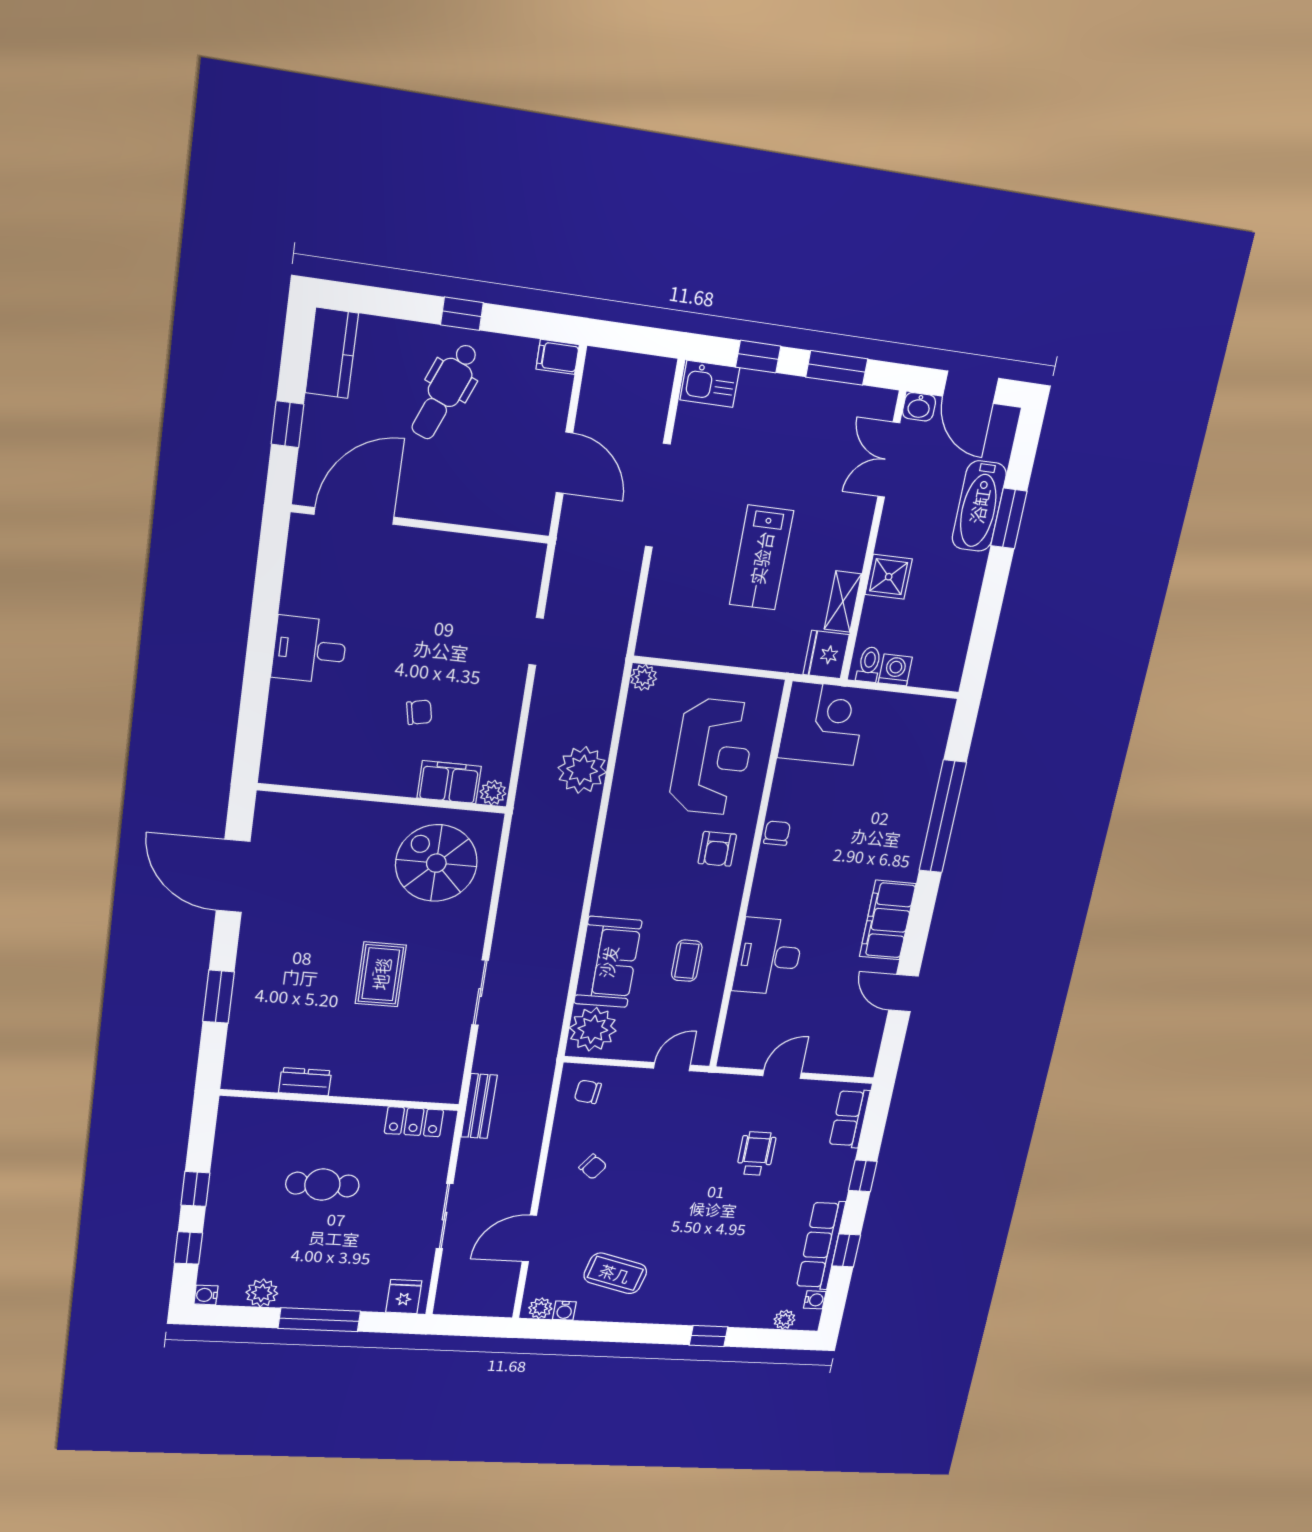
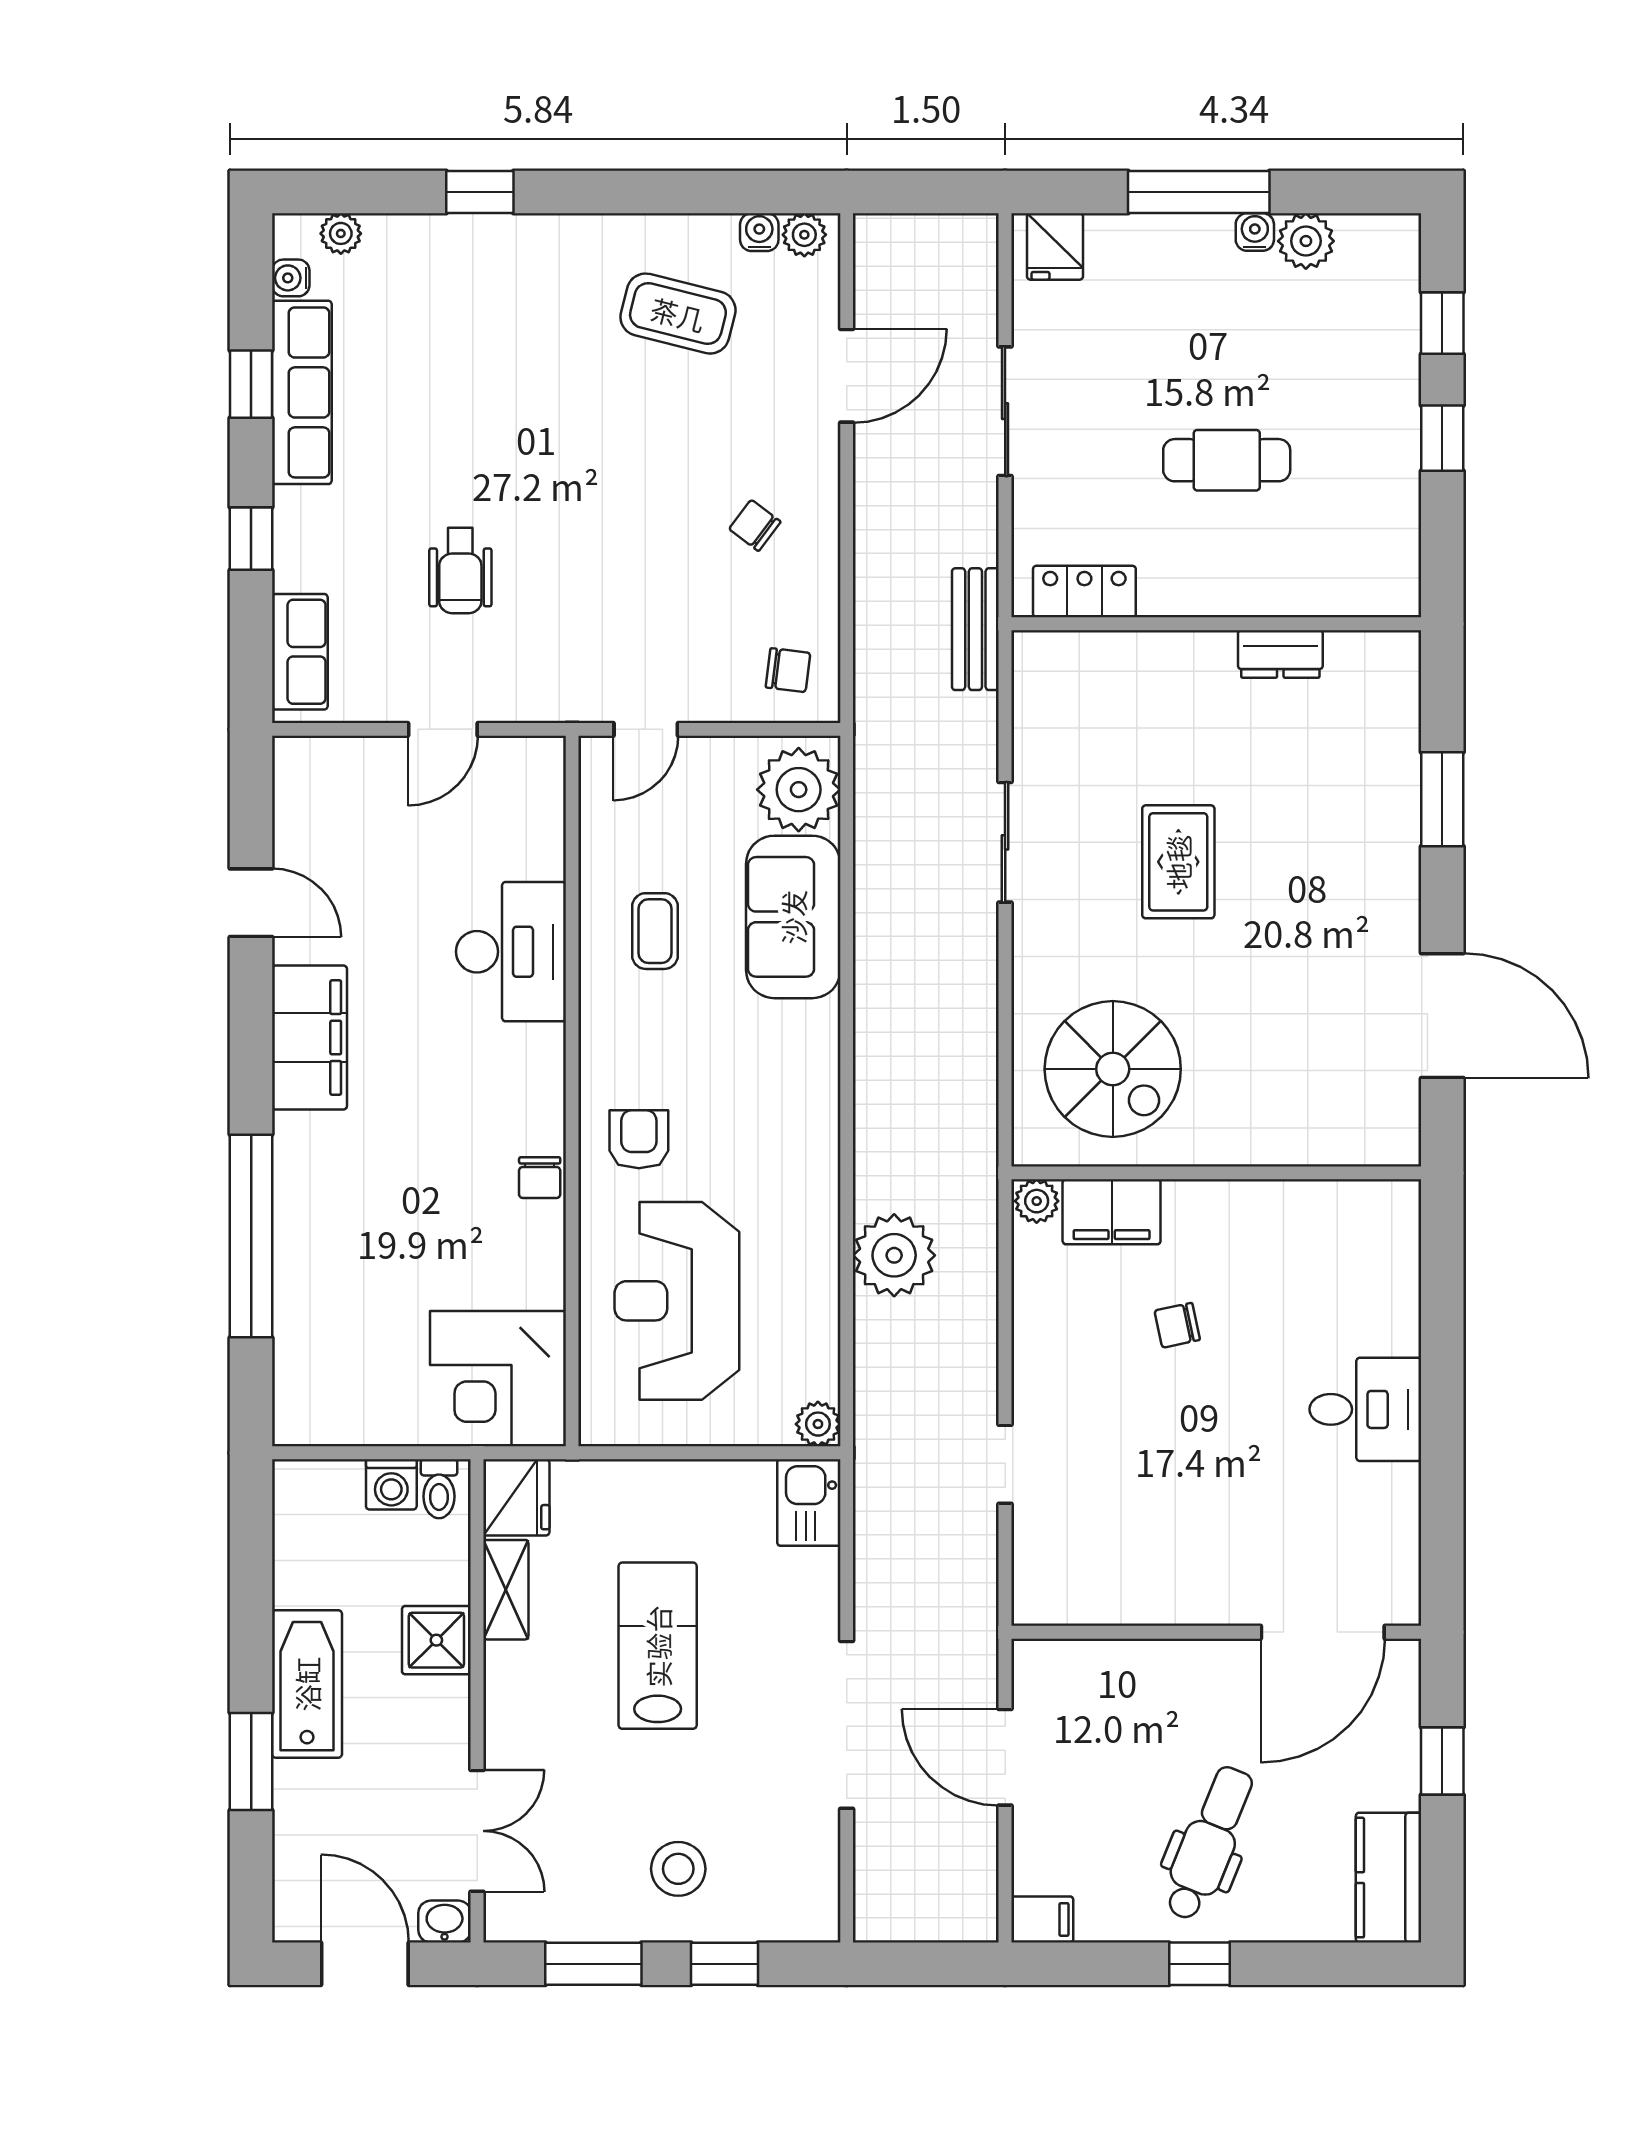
kitchen sink: (710, 384) -> (809, 1503), moved, turned -90
stool: (775, 420) -> (678, 1869), added
bathtub: (979, 506) -> (307, 1684), moved
water cooler: (206, 1295) -> (1255, 232), moved, turned -90

